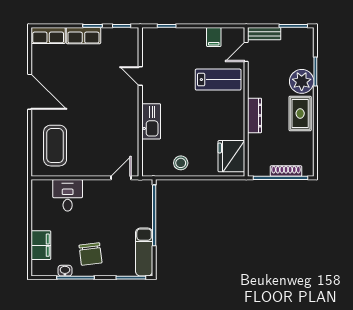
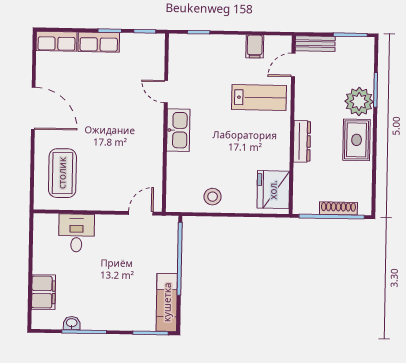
kitchen sink: (151, 121) -> (178, 130), moved
chair: (90, 254) -> (103, 304), removed

